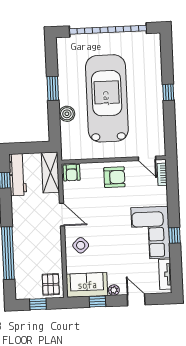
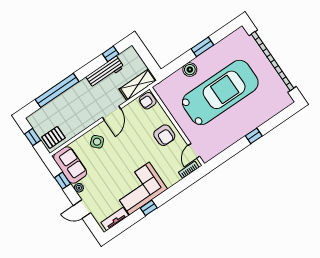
workbench: (18, 175) -> (105, 72), moved
door: (136, 300) -> (82, 209), swing flipped

